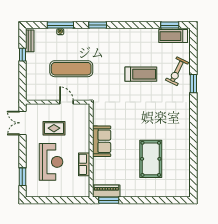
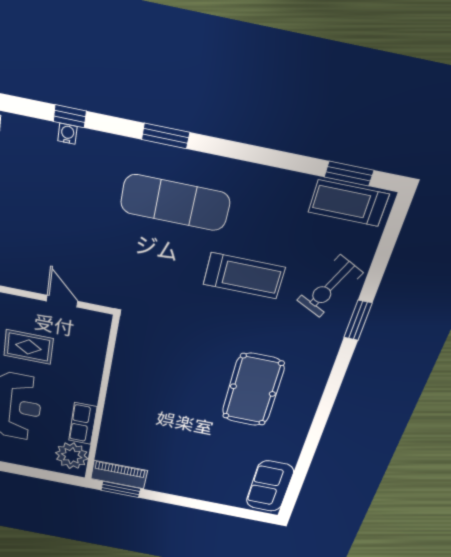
window: (60, 25) -> (70, 116), width x0.46
exercise mat: (71, 69) -> (175, 203), moved
sofa: (102, 141) -> (270, 486), moved, turned 180
pool table: (151, 159) -> (253, 390), moved
plant: (81, 185) -> (72, 456), added

